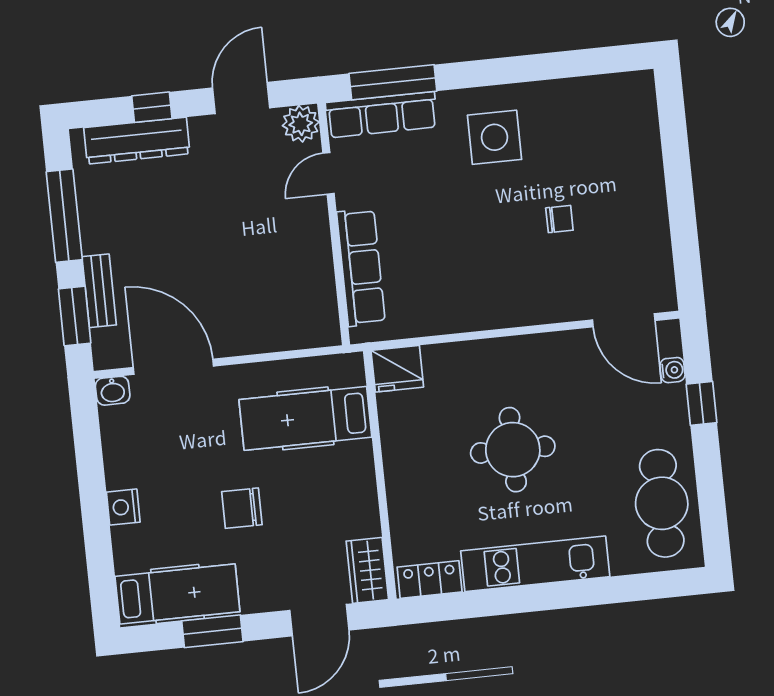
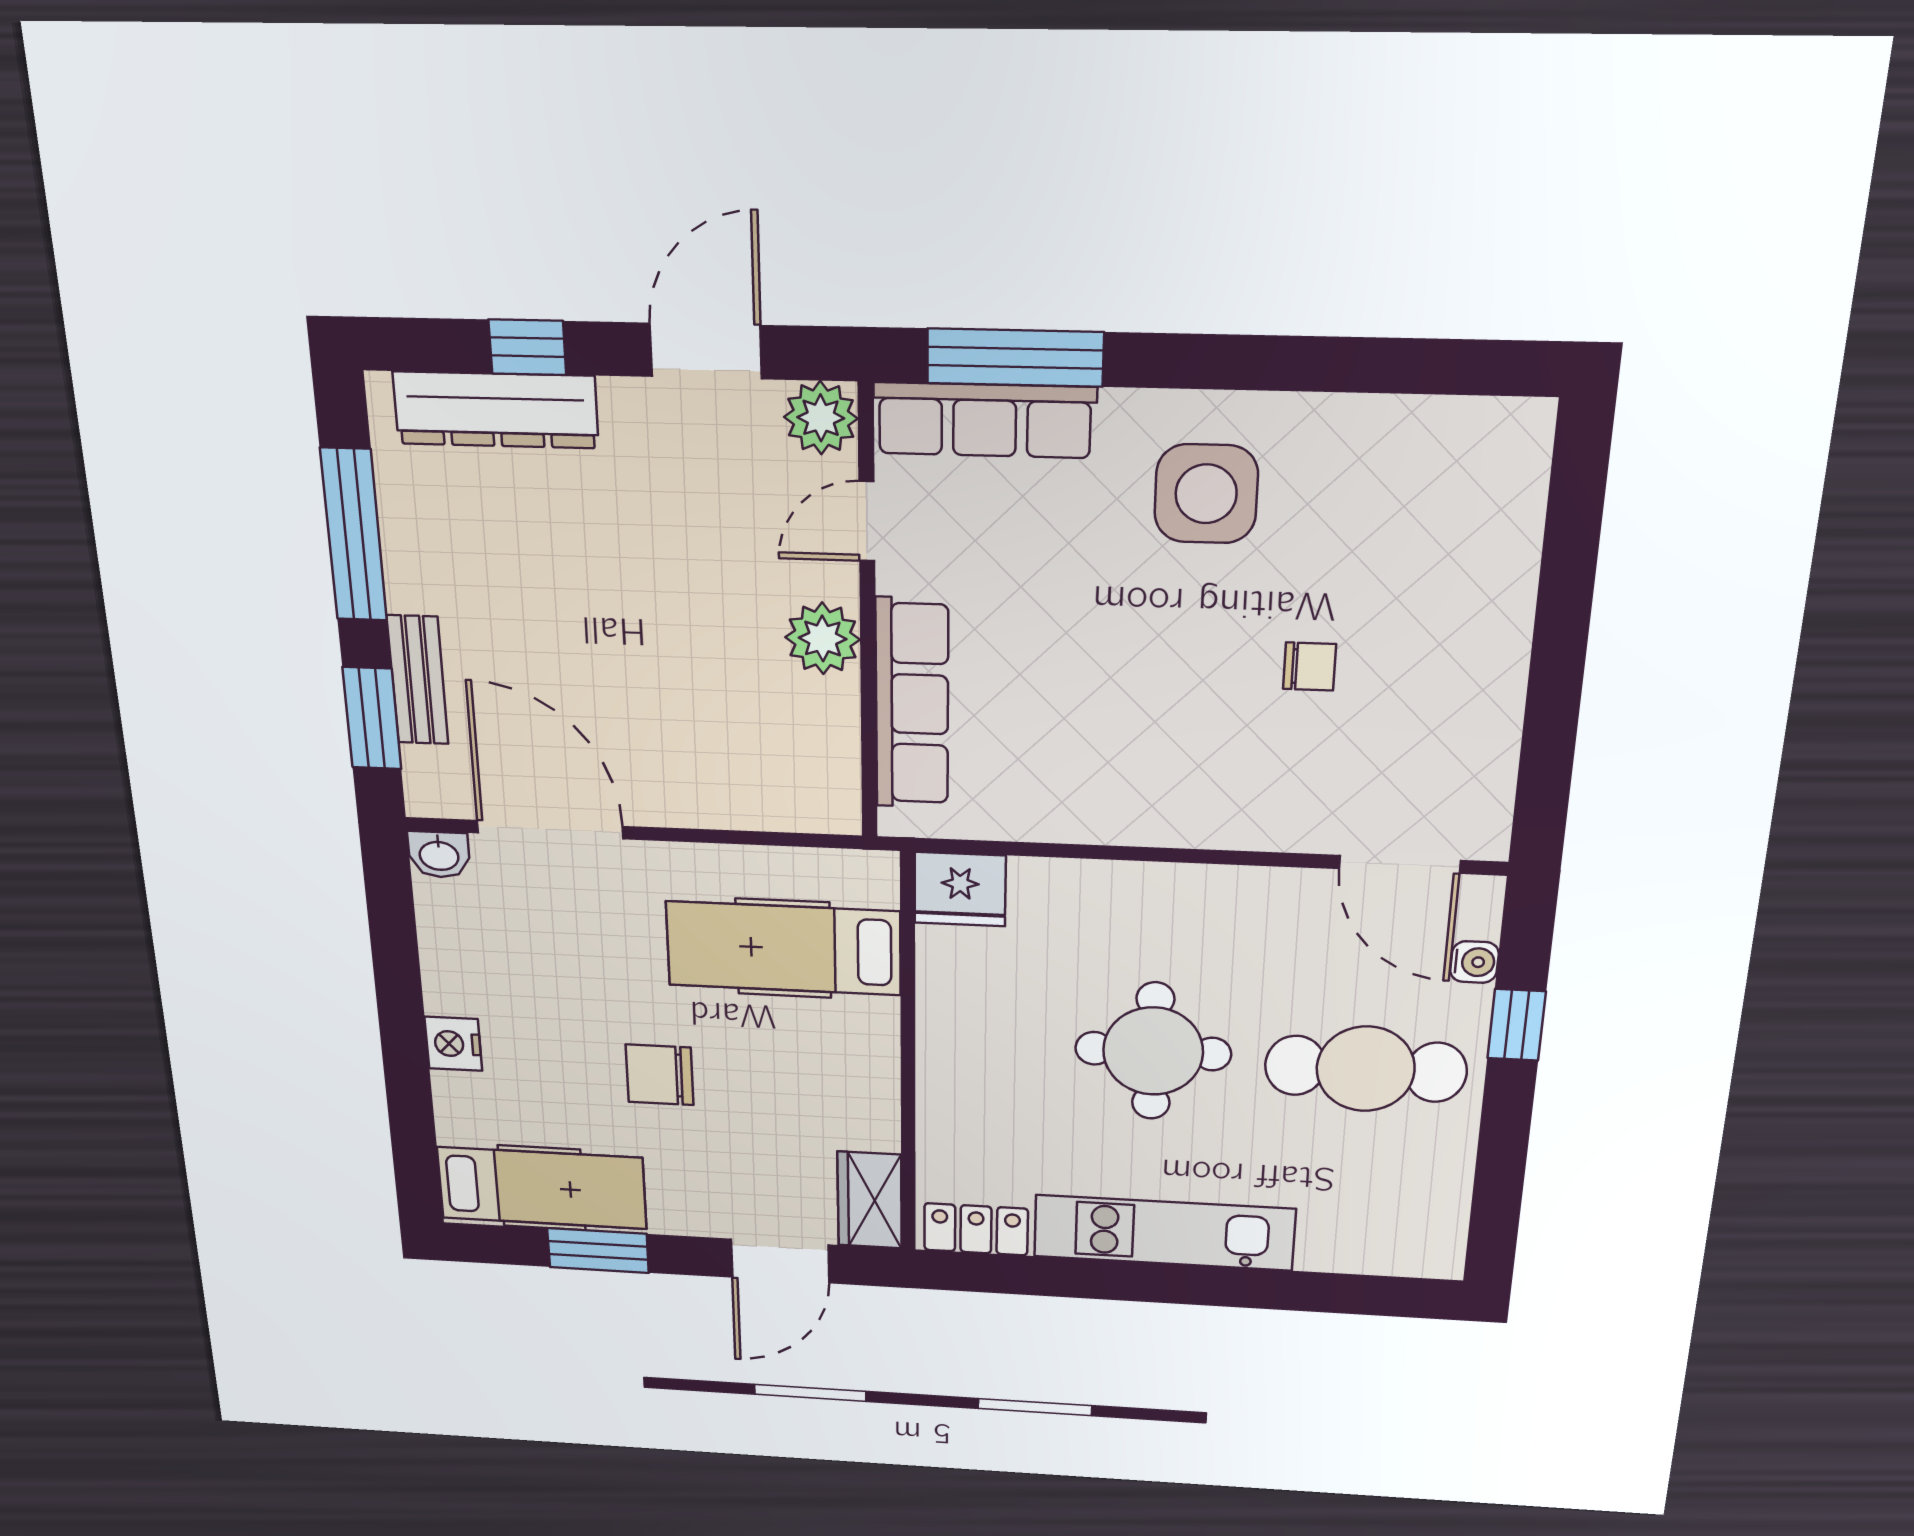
plant: (312, 238) -> (823, 638), added
cafe table: (662, 503) -> (1366, 1069), moved, turned 90

